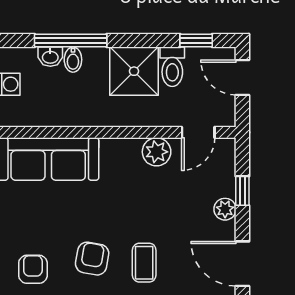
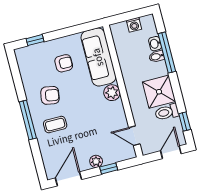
plant: (157, 152) -> (112, 93), moved
armchair: (33, 269) -> (64, 63), moved

